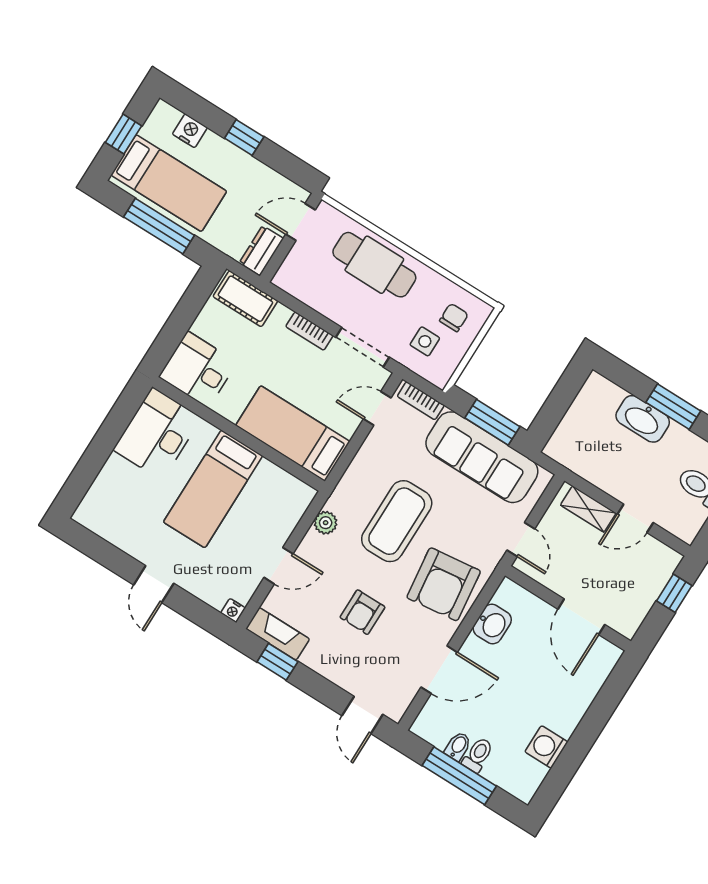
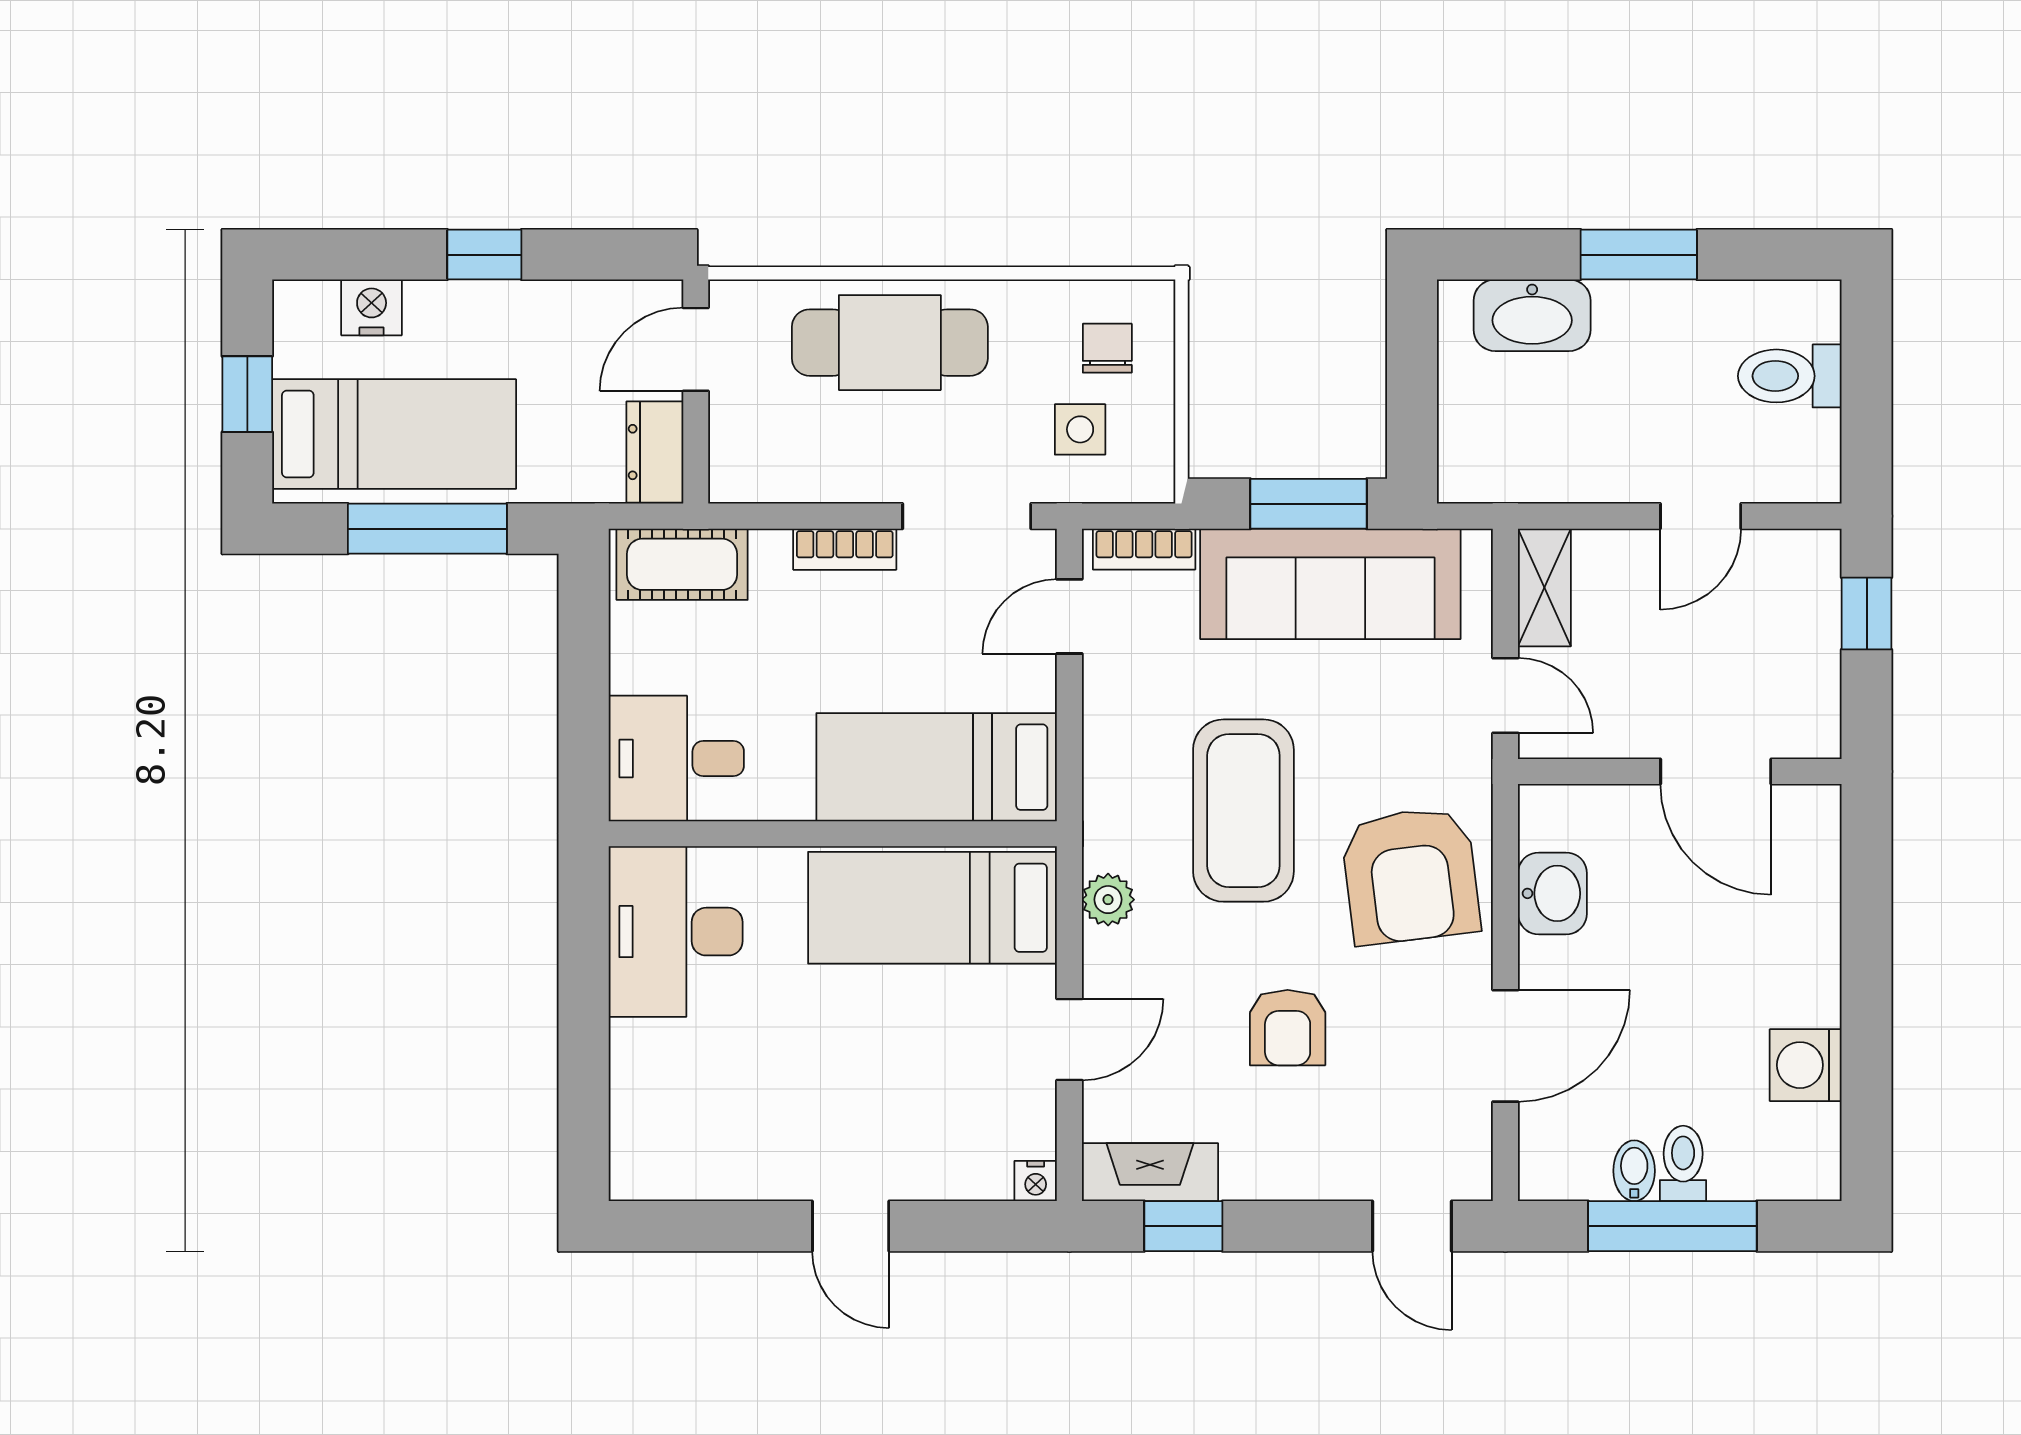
washbasin: (643, 419) -> (1532, 315), moved
bed: (213, 489) -> (933, 908), moved, turned 90
shelving: (588, 509) -> (1544, 588), moved, turned 90

